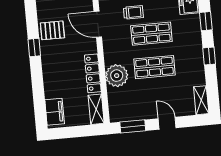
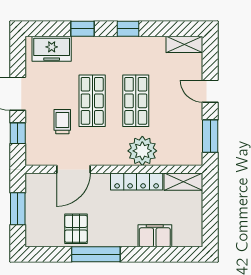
window: (34, 47) -> (96, 254), width x2.17
filing cabinet: (55, 112) -> (155, 236), moved
door: (167, 123) -> (210, 91), hinge flipped

